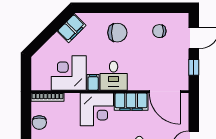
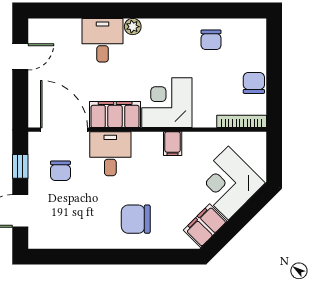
chair: (159, 31) -> (60, 171), moved, turned 90
corner desk: (69, 73) -> (228, 183), moved, turned 135
desk: (114, 76) -> (110, 154), moved

